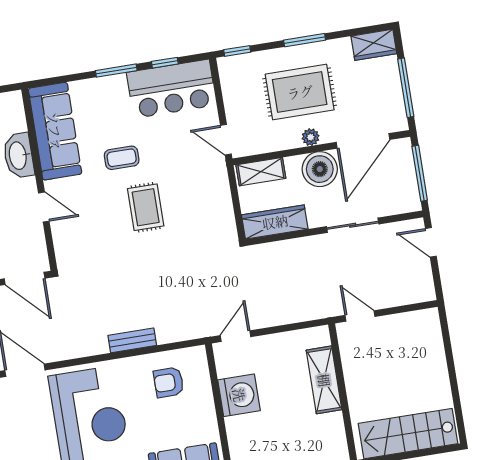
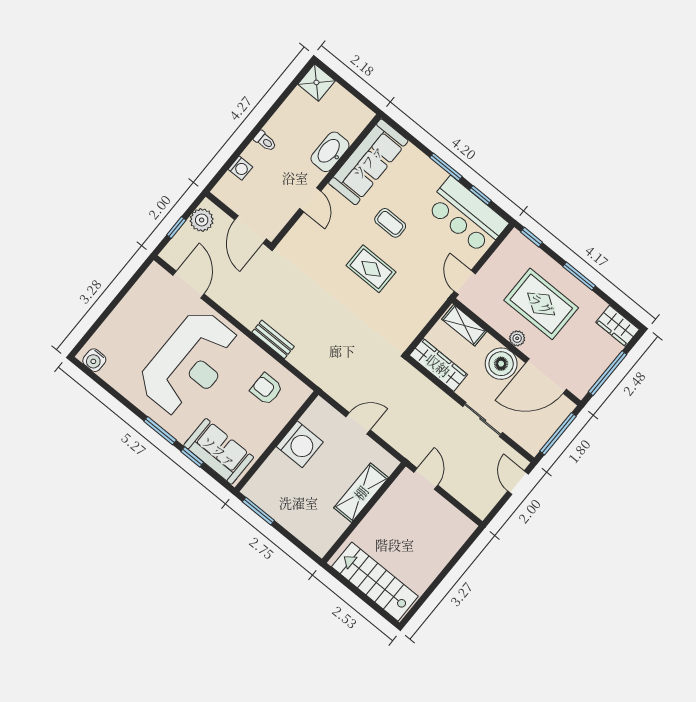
rug: (146, 207) -> (371, 269), turned 90
door: (235, 336) -> (358, 423), moved

